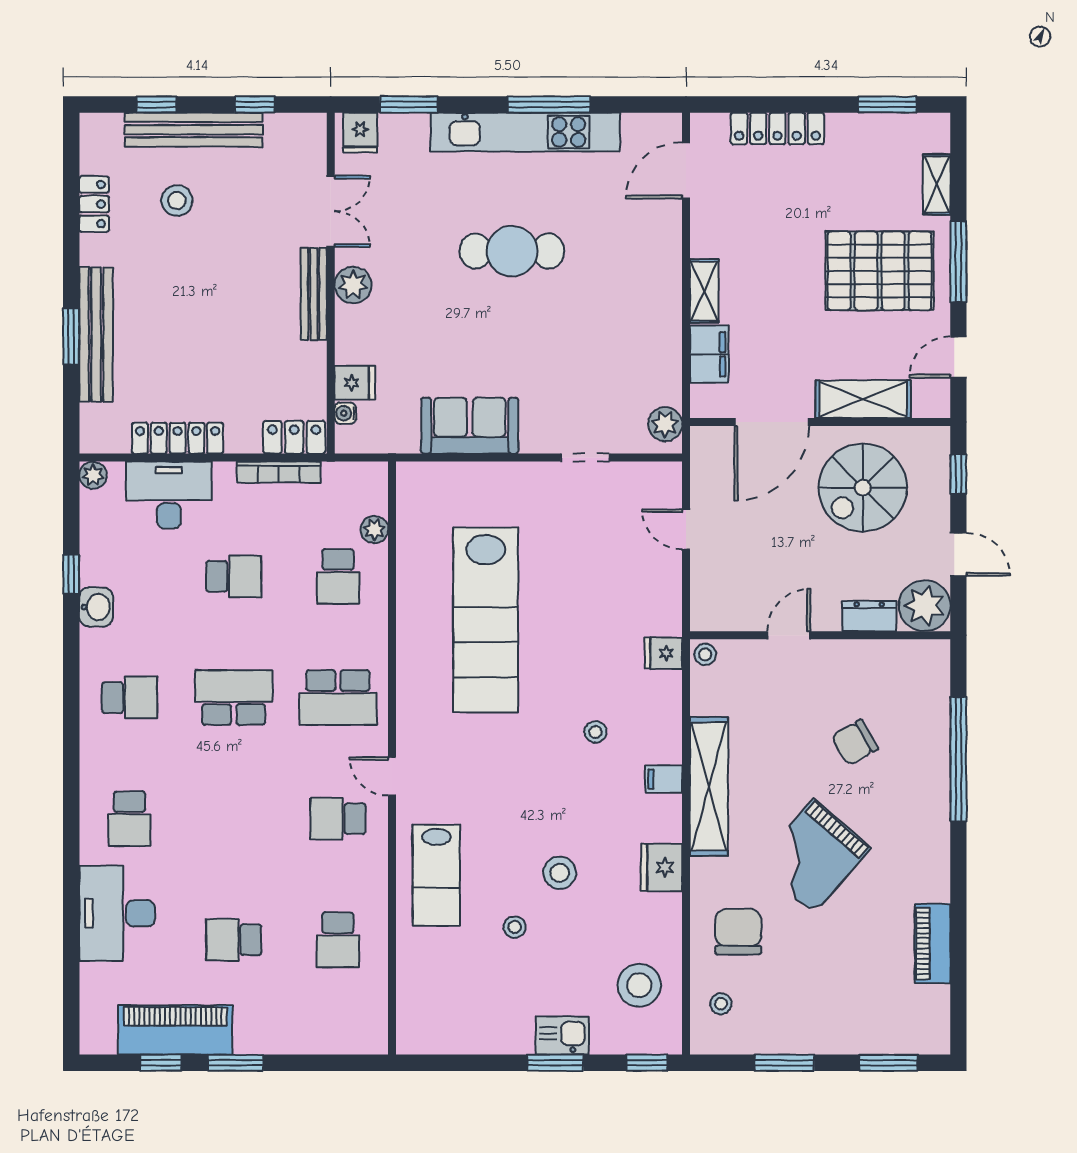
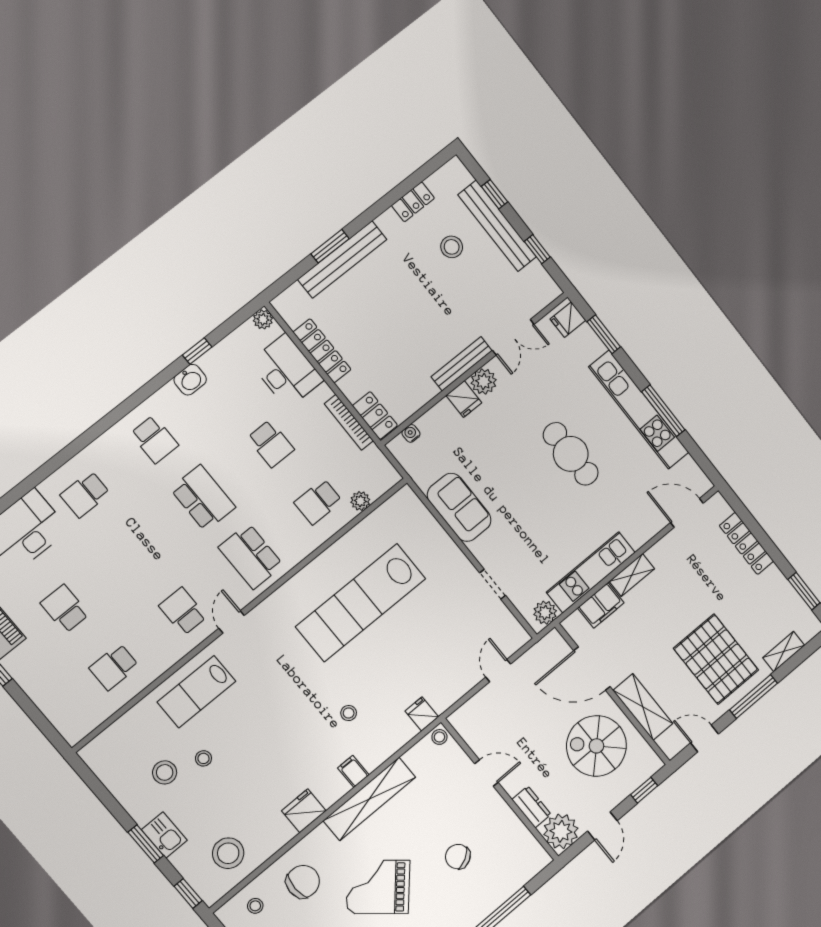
kitchen unit: (663, 336) -> (591, 572), added
fridge: (355, 383) -> (464, 399), moved
stool: (560, 873) -> (165, 772), moved

